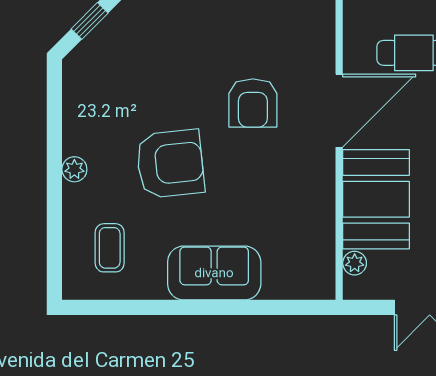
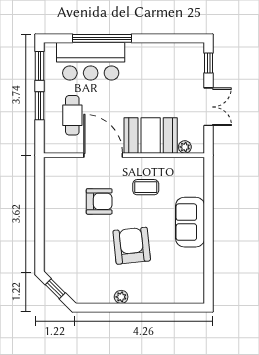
plant: (74, 169) -> (121, 297), moved
coffee table: (110, 248) -> (146, 187), moved

